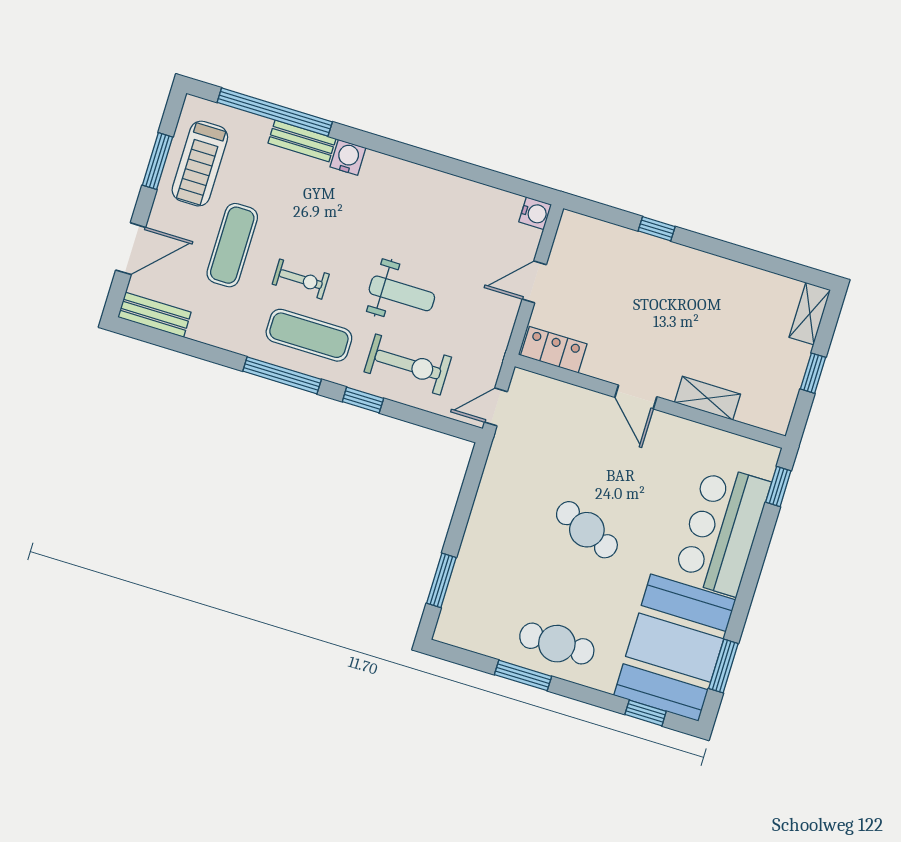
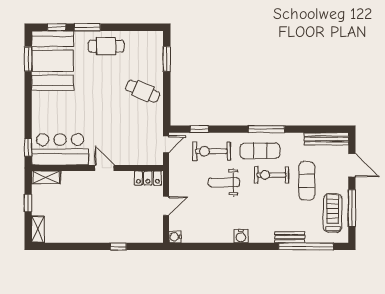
water cooler: (348, 157) -> (241, 236), moved
window: (158, 161) -> (352, 208), width x1.44
door: (131, 249) -> (352, 165), swing flipped
exercise bike: (301, 279) -> (271, 175), width x1.38, depth x1.39
bench: (154, 315) -> (326, 139), width x1.36
shelving: (708, 398) -> (46, 177), moved
window: (363, 400) -> (199, 129), moved
cafe table: (587, 530) -> (143, 91), moved
bar counter: (722, 530) -> (60, 149), moved, turned -90
window: (523, 675) -> (87, 27), moved

